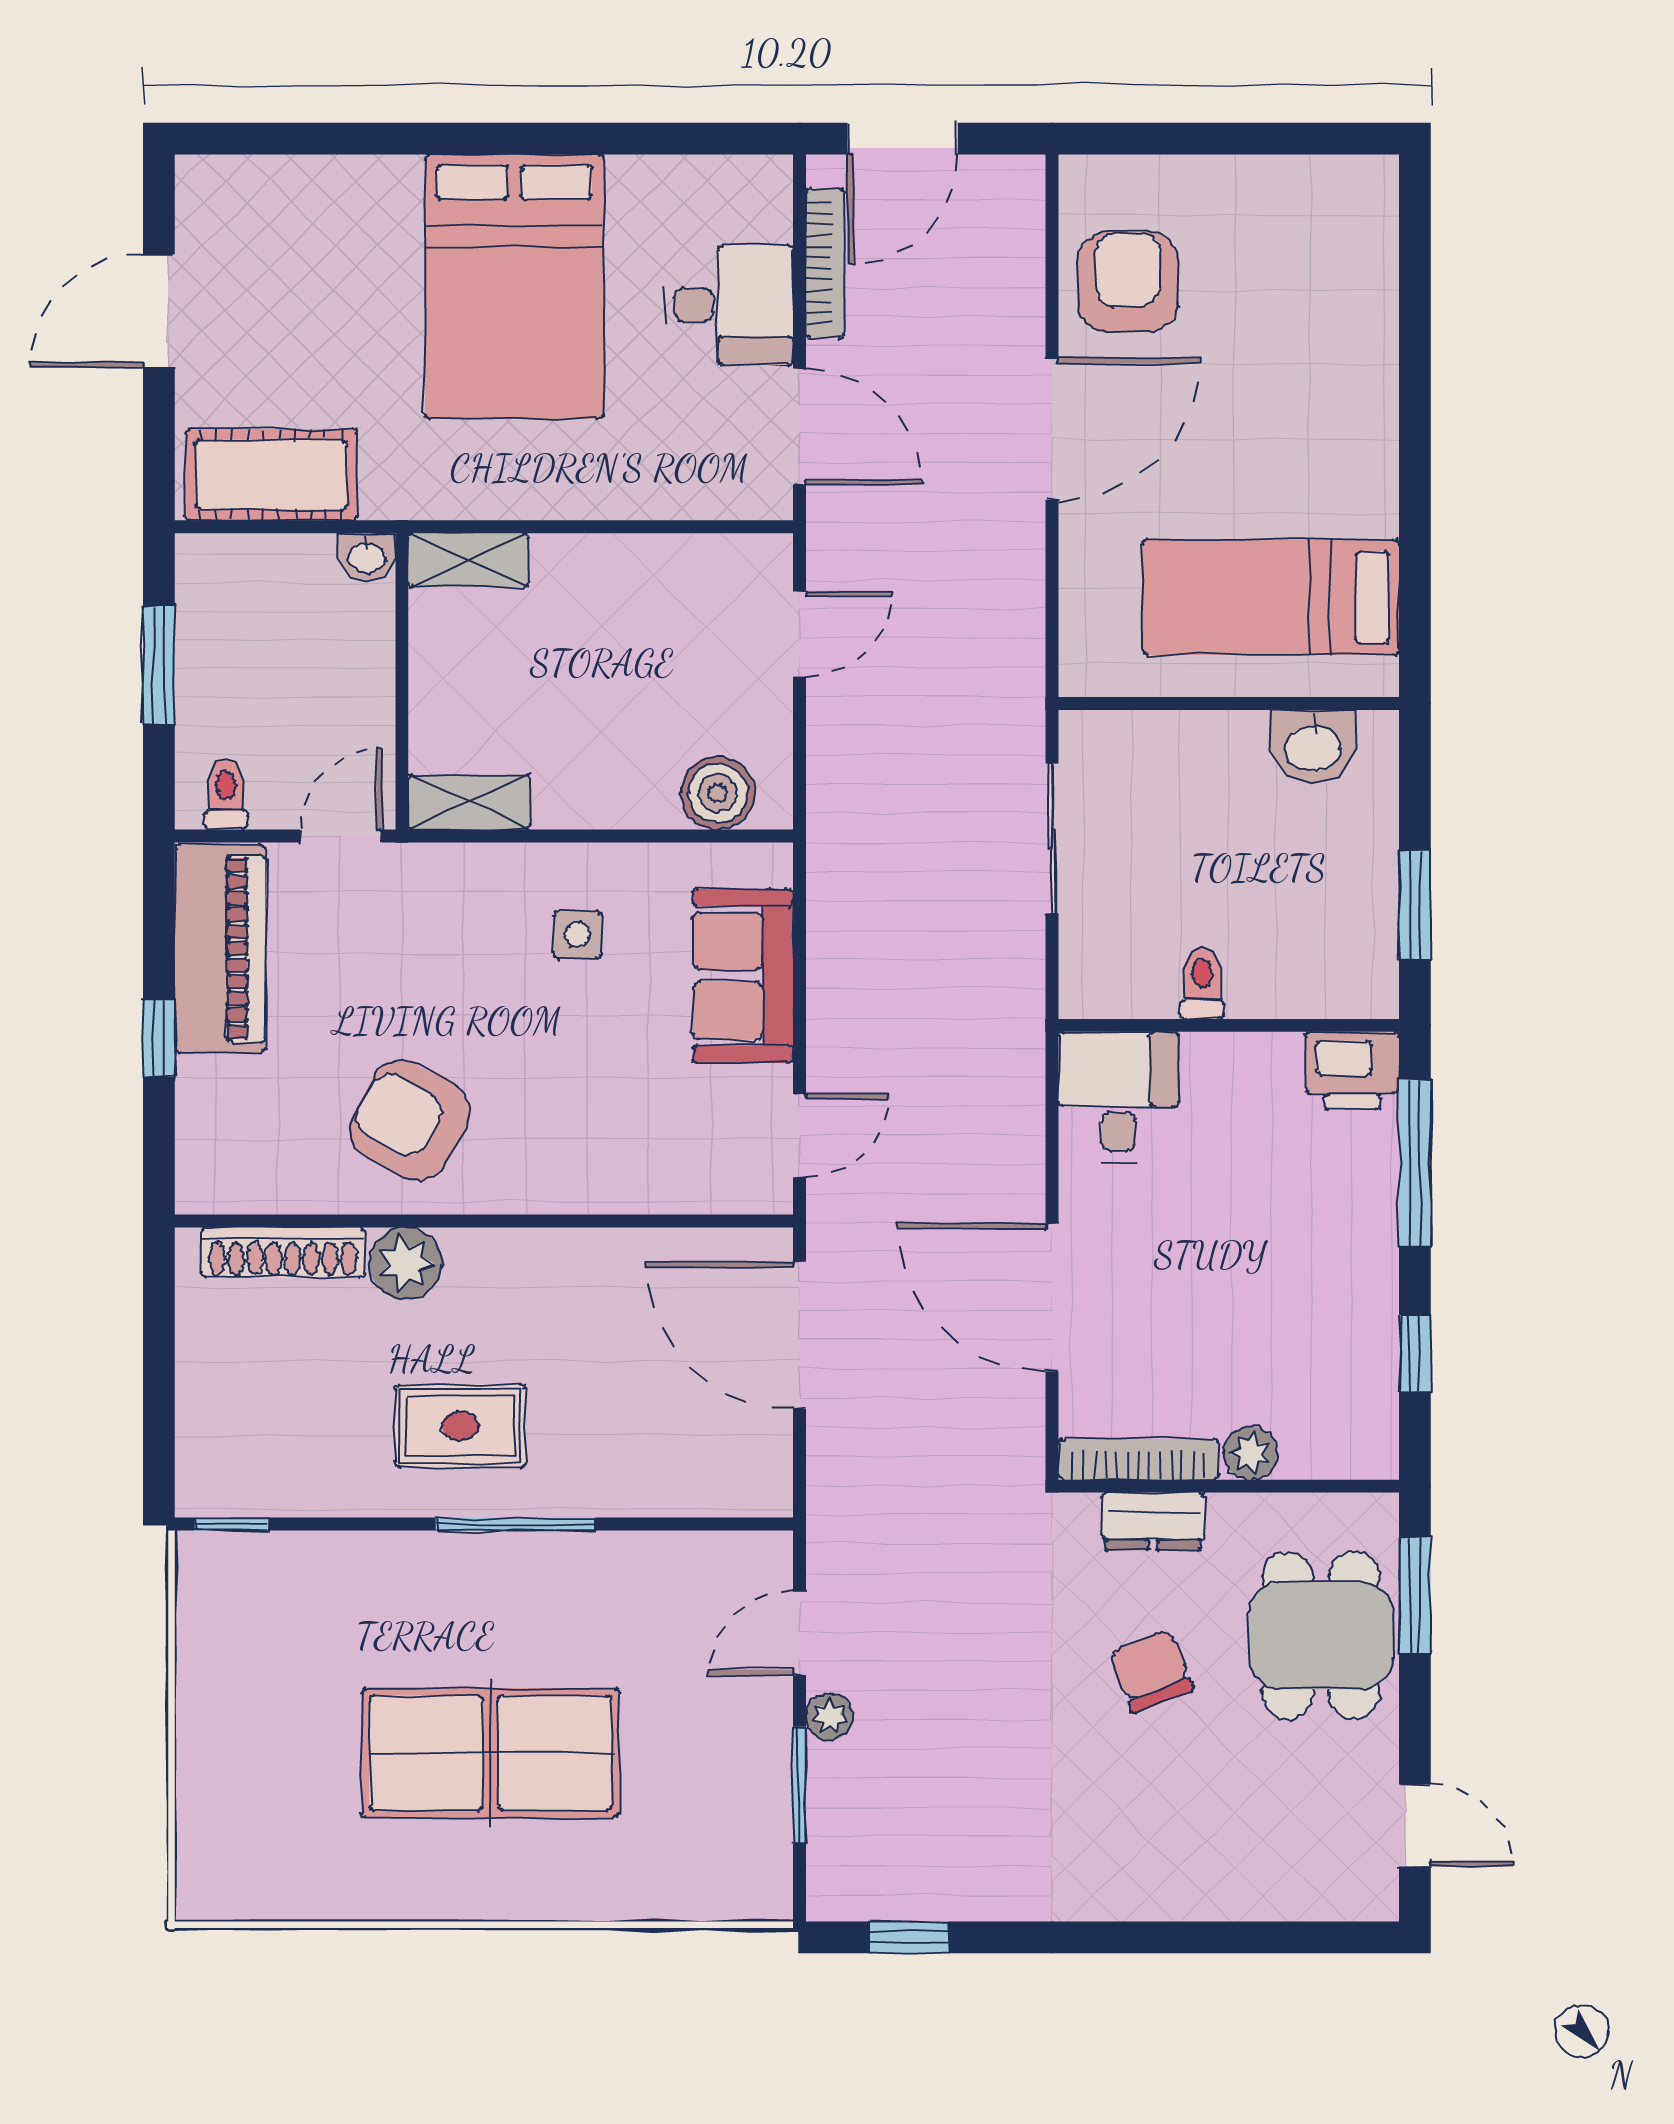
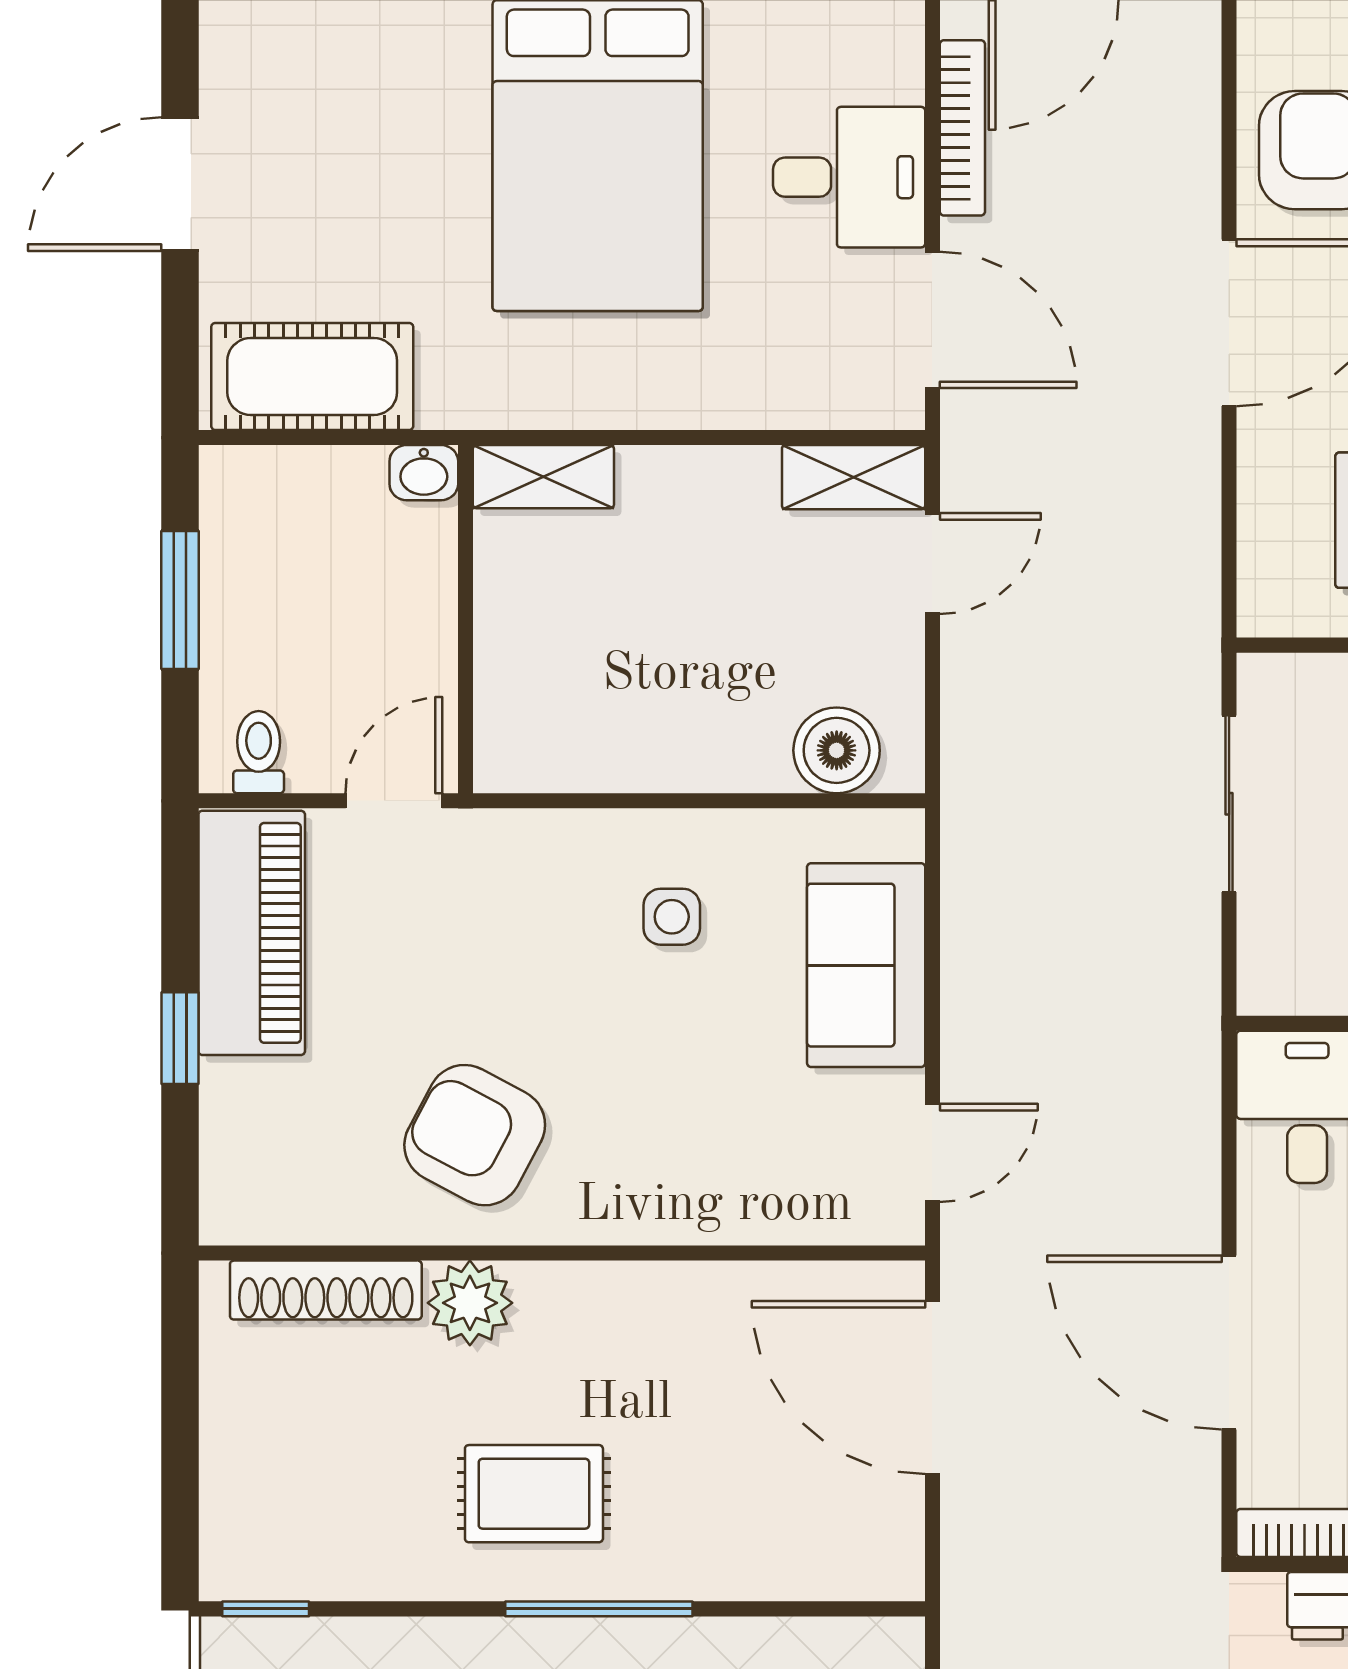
shelving: (469, 802) -> (854, 477), moved

